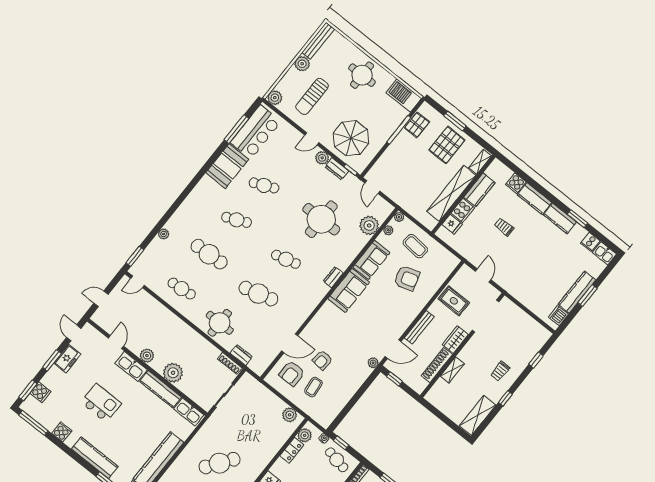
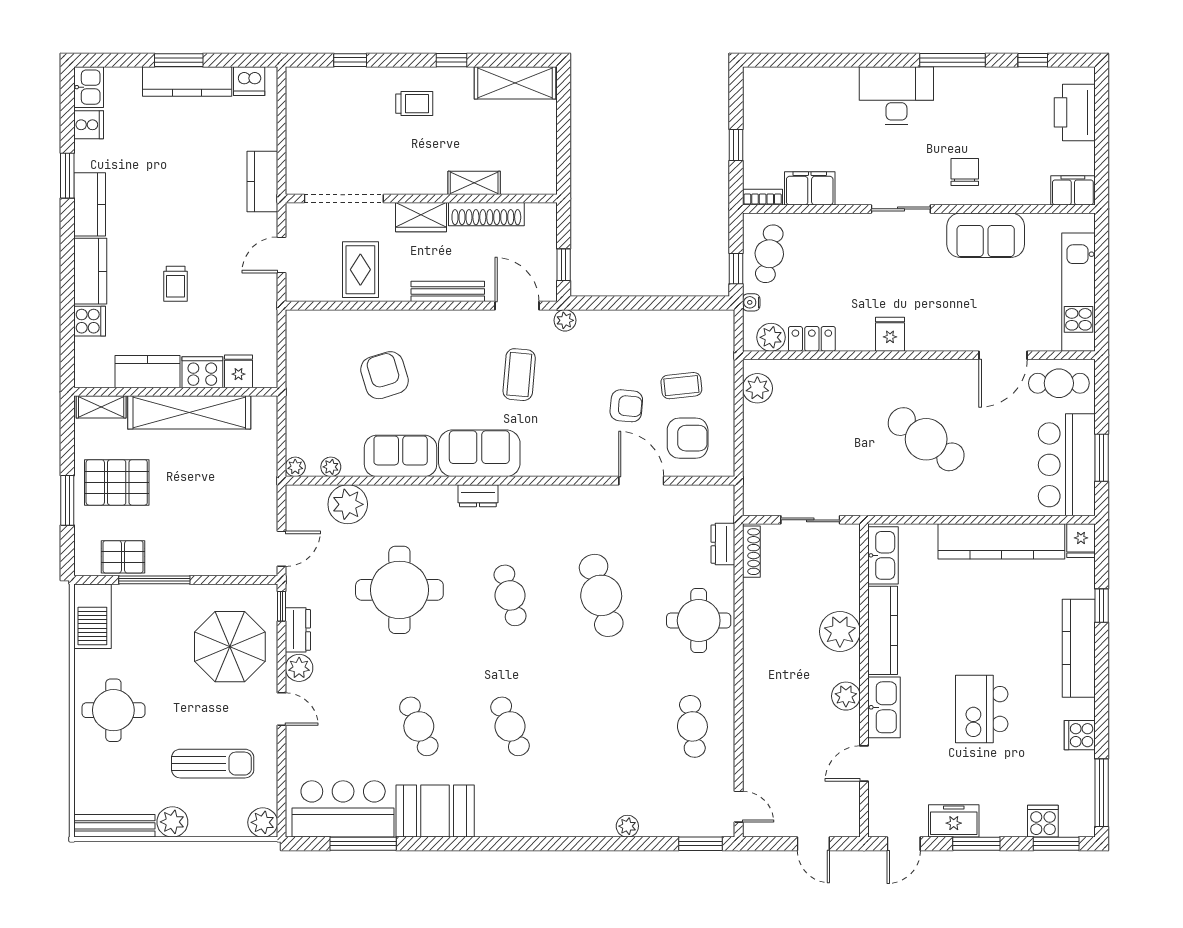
coffee table: (415, 246) -> (519, 375), moved
cafe table: (209, 254) -> (601, 726), removed
kitchen counter: (517, 290) -> (262, 181), added

